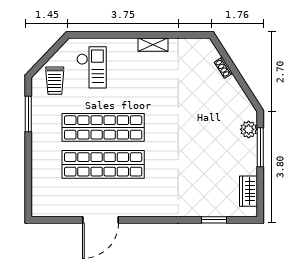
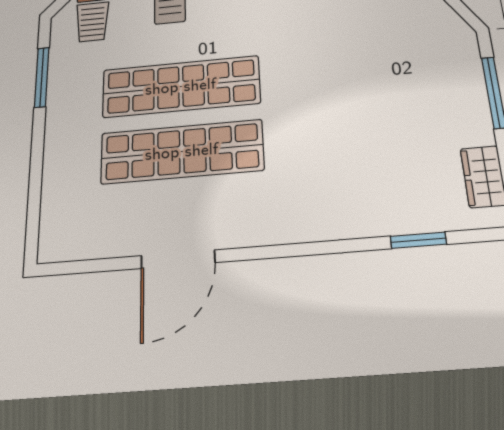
plant: (249, 129) -> (465, 63), removed

